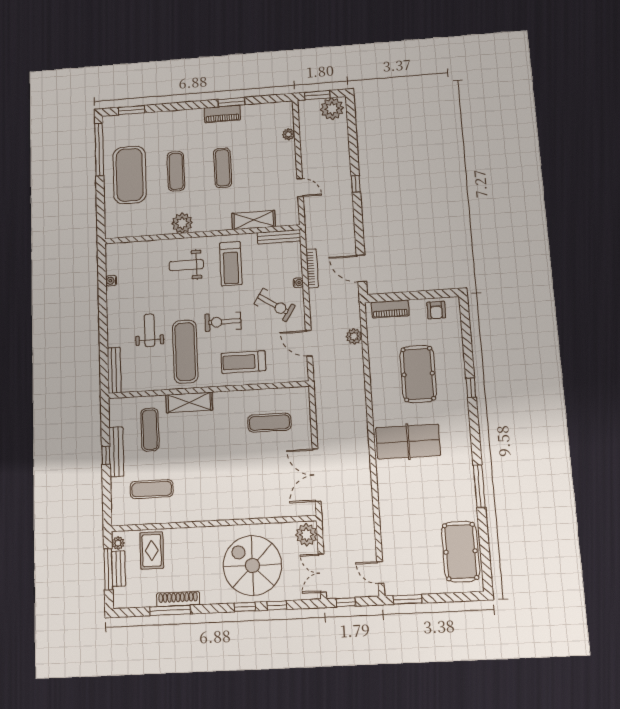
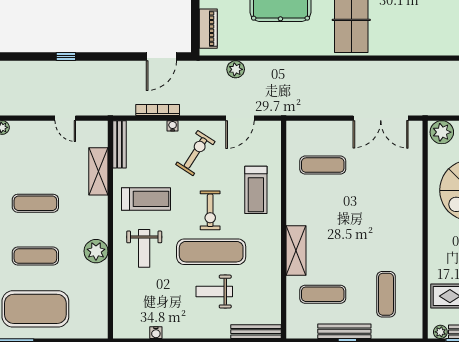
door: (300, 188) -> (65, 118), swing flipped
exercise mat: (185, 352) -> (211, 252), moved
exercise mat: (269, 423) -> (323, 165), turned 90

